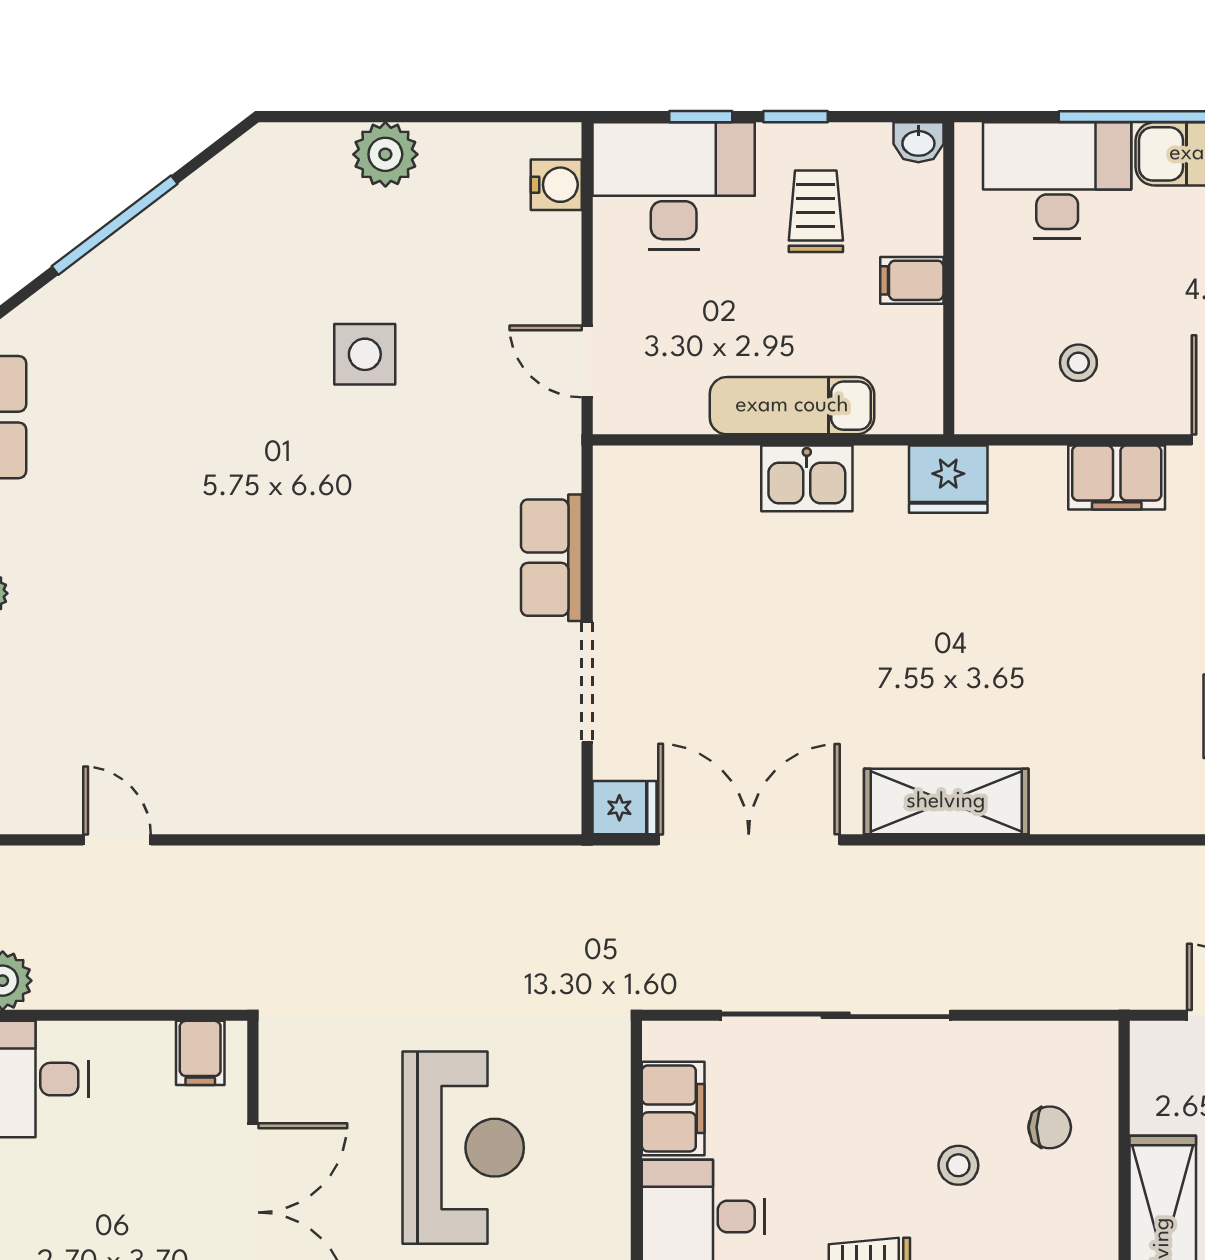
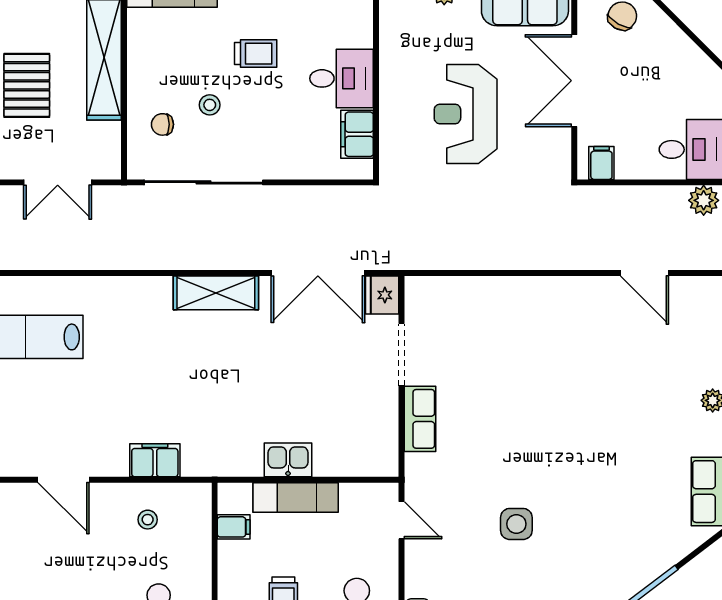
filing cabinet: (912, 280) -> (234, 527), moved
filing cabinet: (1117, 478) -> (155, 460), moved
fridge: (948, 479) -> (215, 459), removed
fridge: (624, 808) -> (382, 295), width x1.38
door: (117, 840) -> (644, 273), width x1.38
sliding door: (836, 1015) -> (203, 182), moved

